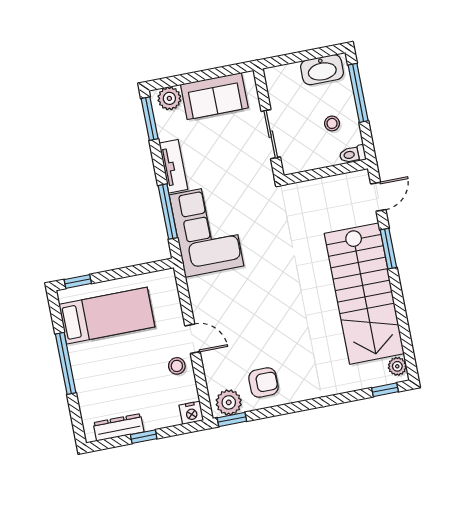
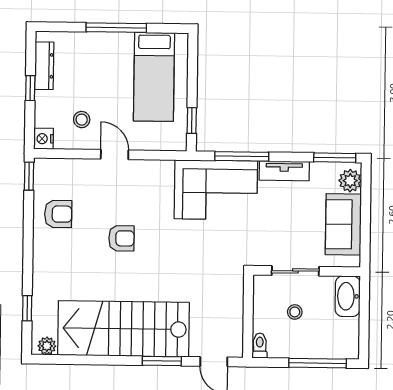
washbasin: (322, 70) -> (348, 296), moved
stool: (332, 123) -> (295, 312), moved
window: (78, 281) -> (192, 121), moved
armchair: (275, 314) -> (121, 238), added
door: (192, 339) -> (115, 155), swing flipped
stool: (177, 366) -> (82, 120), moved
armchair: (263, 383) -> (58, 214), turned -90
window: (385, 390) -> (27, 308), moved
plant: (229, 402) -> (46, 177), removed

